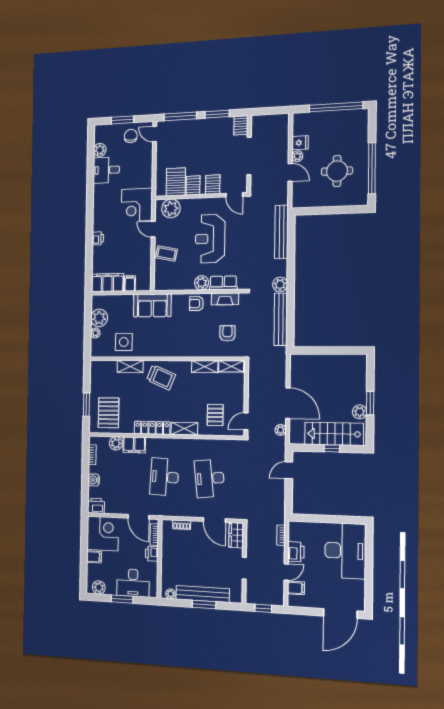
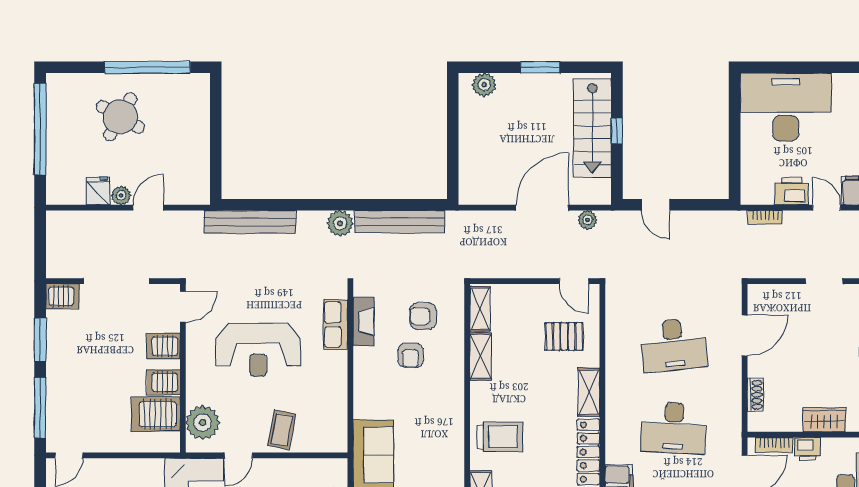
round table: (337, 171) -> (120, 117), moved, turned 30
plant: (202, 283) -> (335, 364), removed
armchair: (196, 304) -> (411, 355), moved
trolley: (161, 377) -> (500, 437), turned 67
plant: (360, 412) -> (484, 85), moved
wardrobe: (236, 535) -> (824, 419), moved, turned 180

